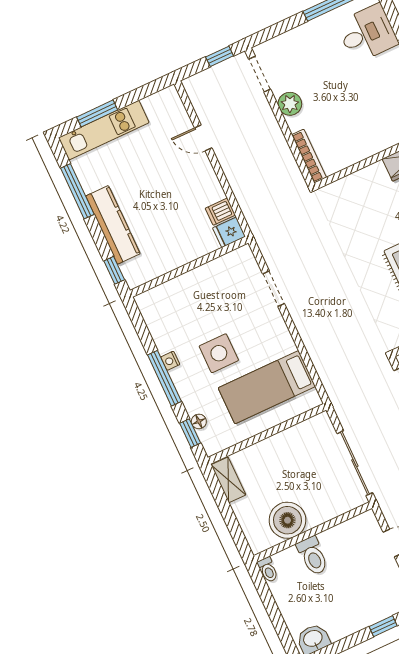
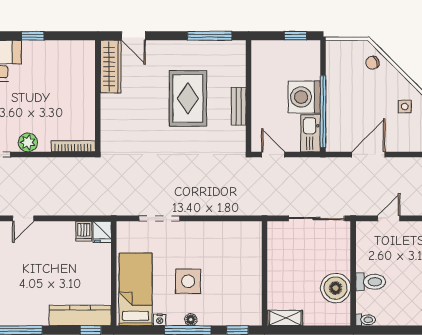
kitchen counter: (113, 225) -> (80, 315), moved
doorway: (274, 289) -> (159, 218), width x1.38
nightstand: (170, 361) -> (160, 320), moved
bed: (267, 387) -> (136, 289), moved, turned 180
floor lamp: (199, 421) -> (191, 320), moved

